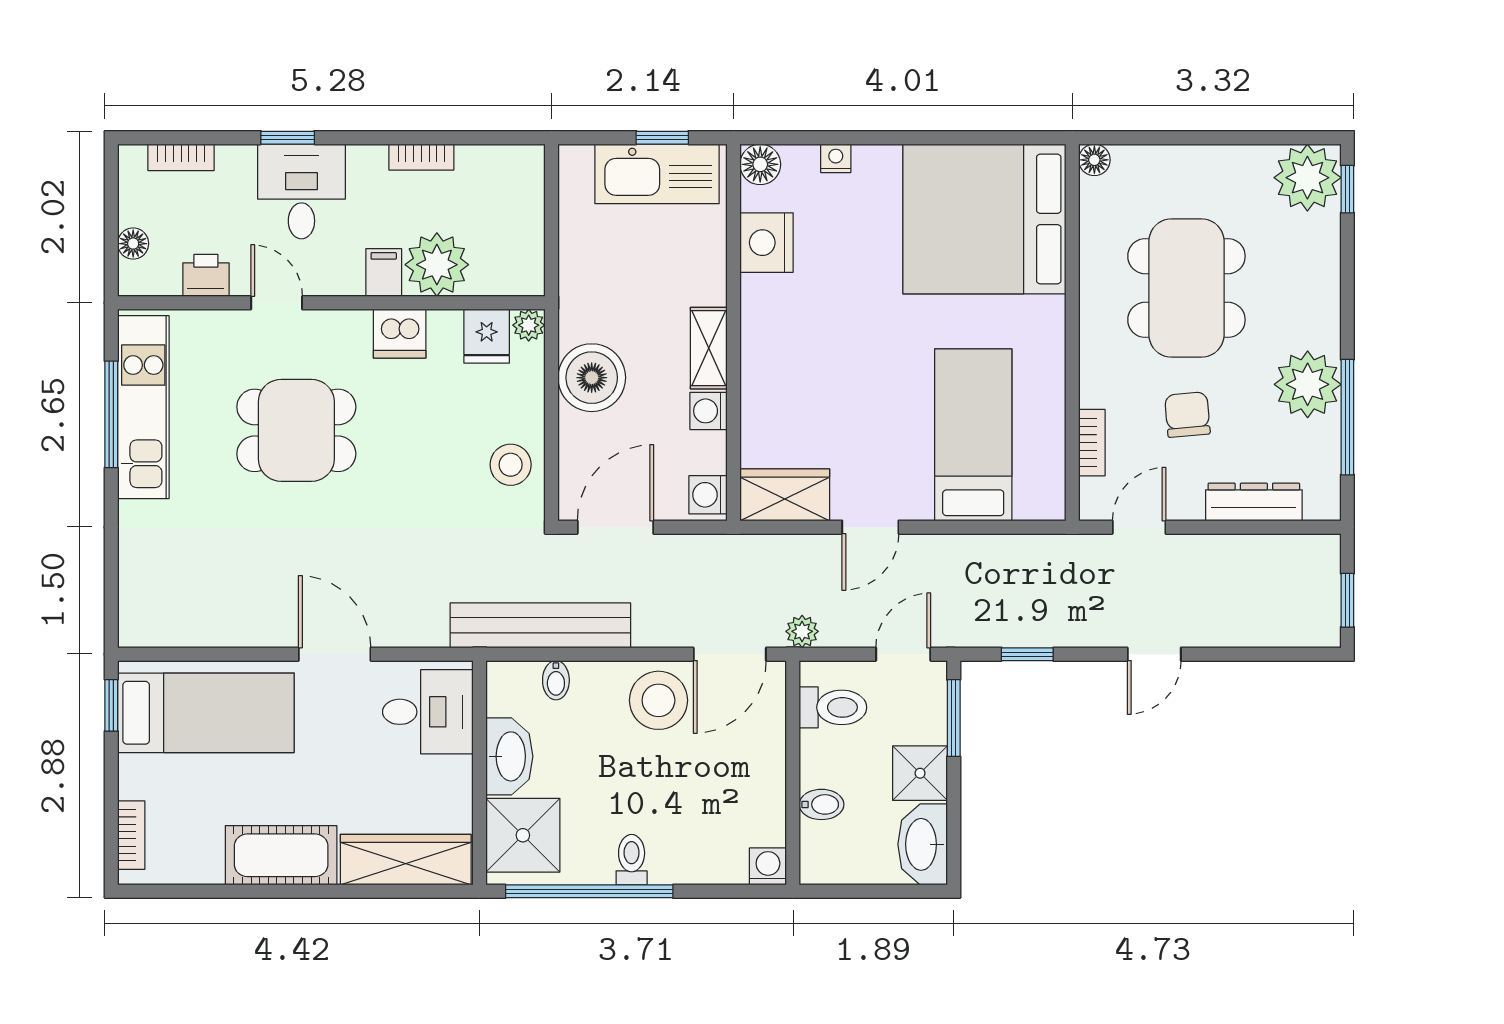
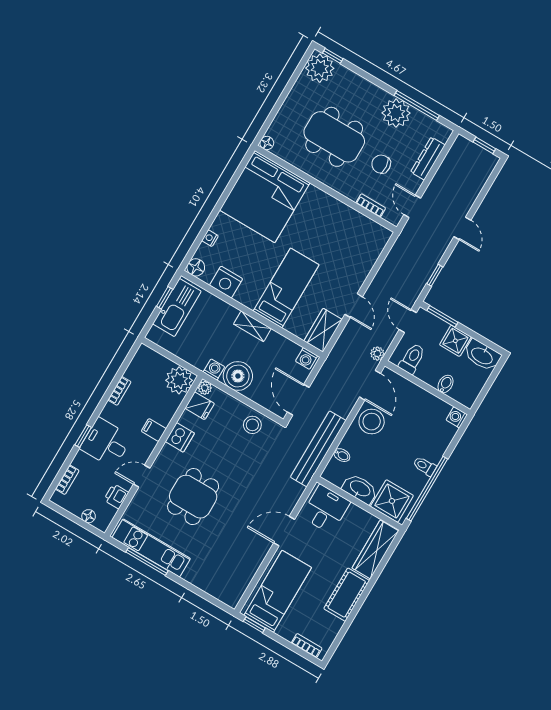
plant: (437, 265) -> (179, 380), moved
washing machine: (709, 411) -> (214, 369), moved, turned 180
bed: (973, 435) -> (286, 288), moved, turned 90

